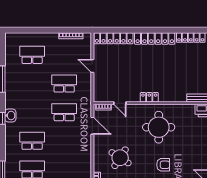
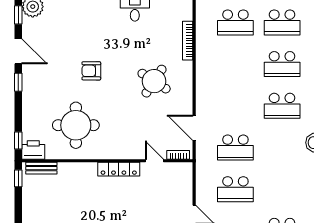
locker: (149, 97) -> (119, 169), width x1.53
round table: (159, 127) -> (76, 125), moved

